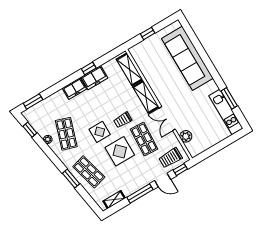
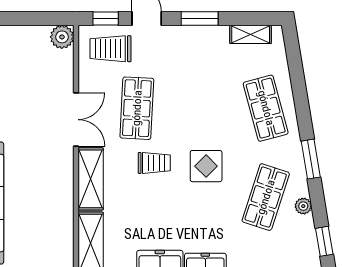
plant: (186, 136) -> (62, 37), moved
display table: (120, 151) -> (191, 112), removed
trolley: (170, 158) -> (111, 49), turned 180
window: (71, 179) -> (311, 159), moved
window: (140, 193) -> (200, 19), width x0.69

